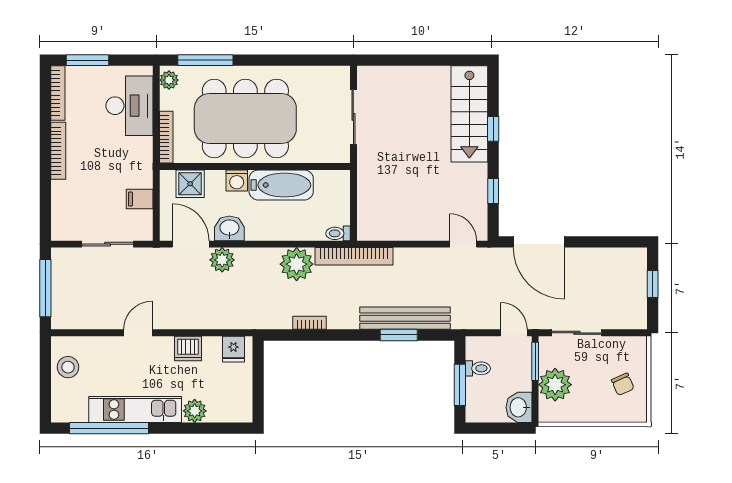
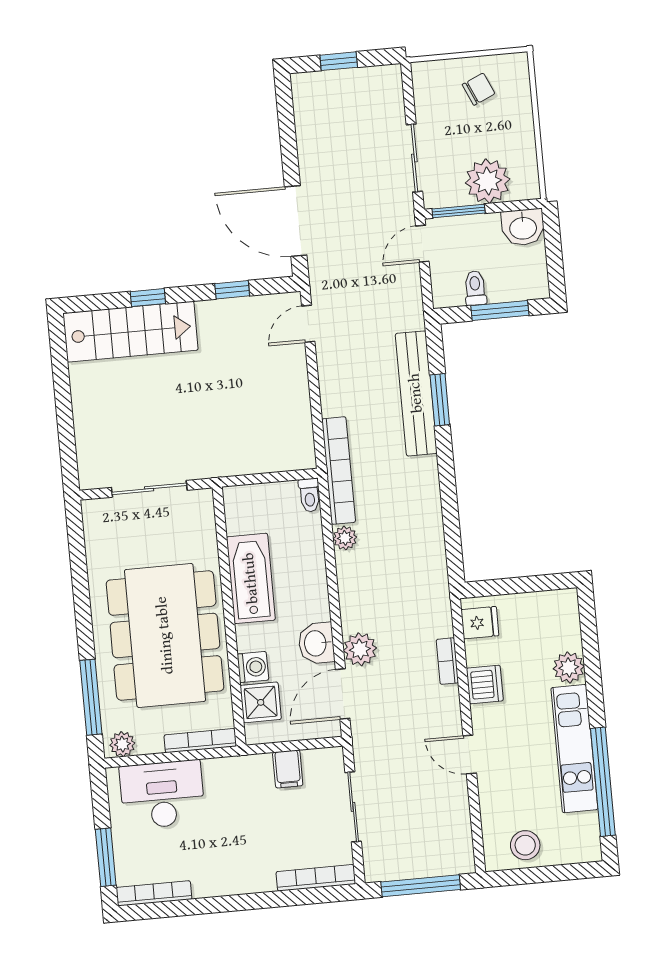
bookcase: (58, 151) -> (316, 878), moved
washing machine: (237, 181) -> (253, 667), moved
door: (539, 242) -> (296, 221), swing flipped
plant: (297, 264) -> (345, 538), width x0.53, depth x0.53
bookcase: (309, 323) -> (447, 661), moved

